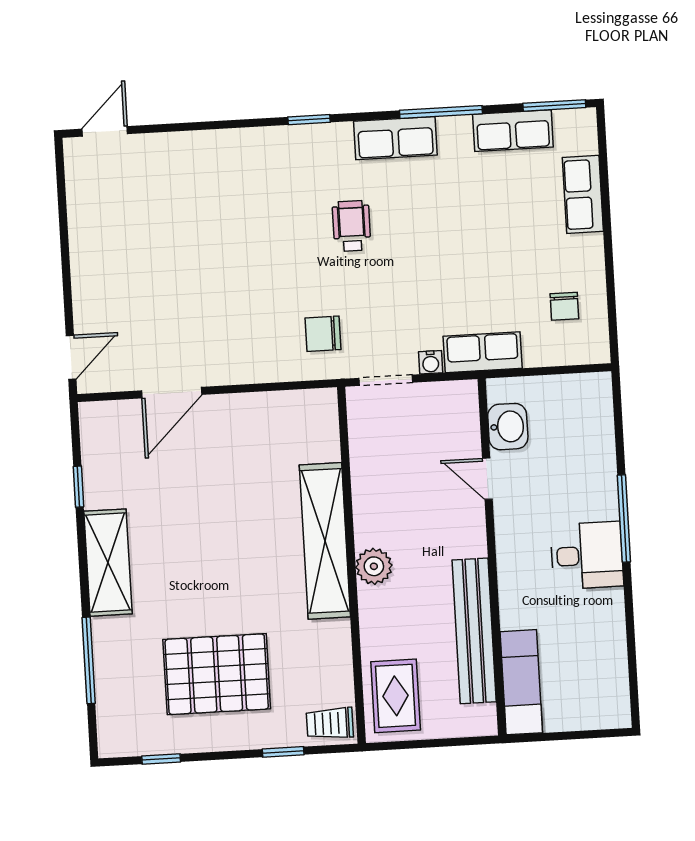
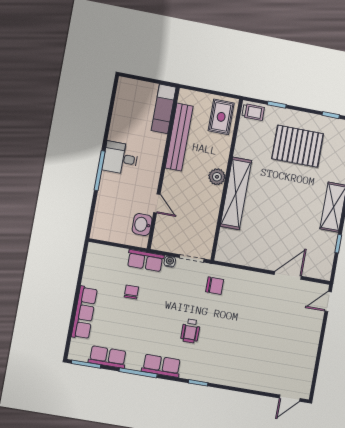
row of seats: (583, 194) -> (84, 313), width x1.48
chair: (564, 306) -> (131, 292), moved

